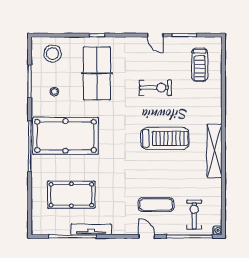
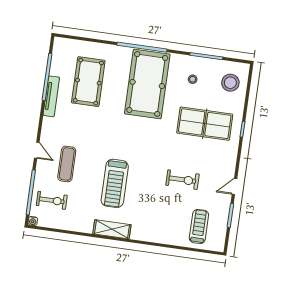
treadmill: (200, 65) -> (199, 226), turned 90
exercise bike: (155, 88) -> (182, 180), turned -90
treadmill: (165, 138) -> (115, 183), moved
shelving: (214, 151) -> (112, 229), width x0.68
door: (147, 236) -> (37, 150), hinge flipped

